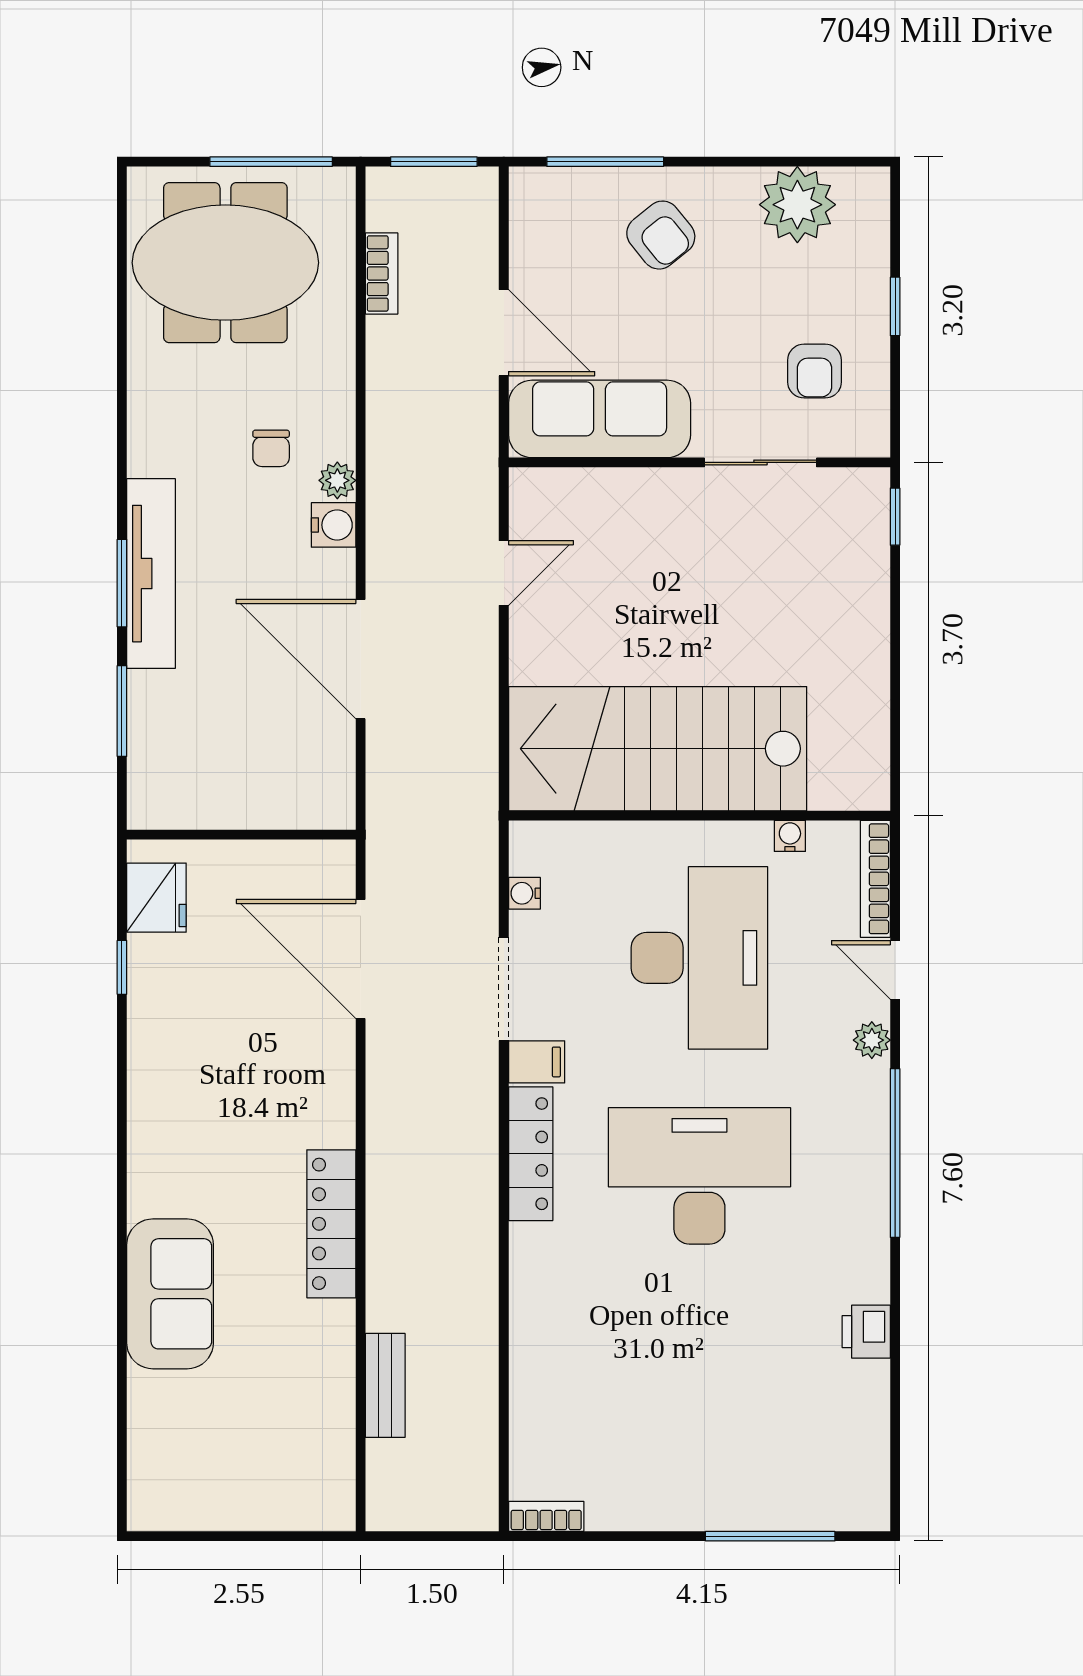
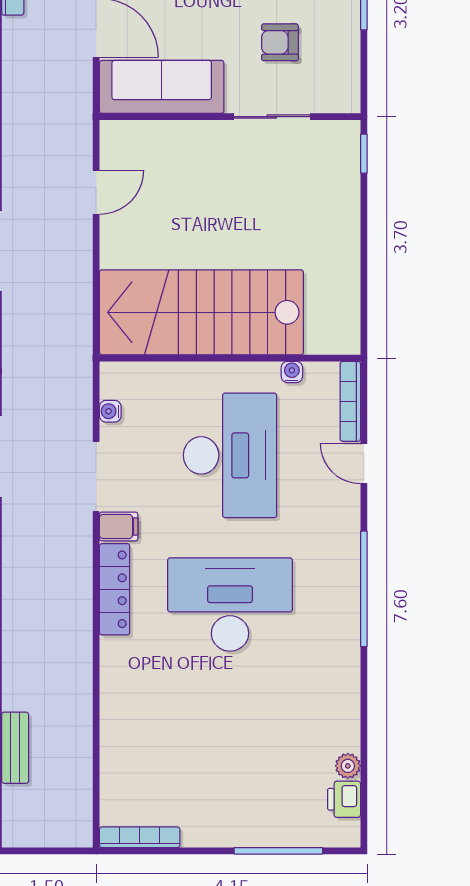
armchair: (815, 371) -> (280, 42), moved, turned 90
plant: (872, 1040) -> (348, 766), moved
printer: (866, 1332) -> (344, 799), moved
bookcase: (546, 1516) -> (140, 837), width x1.56

